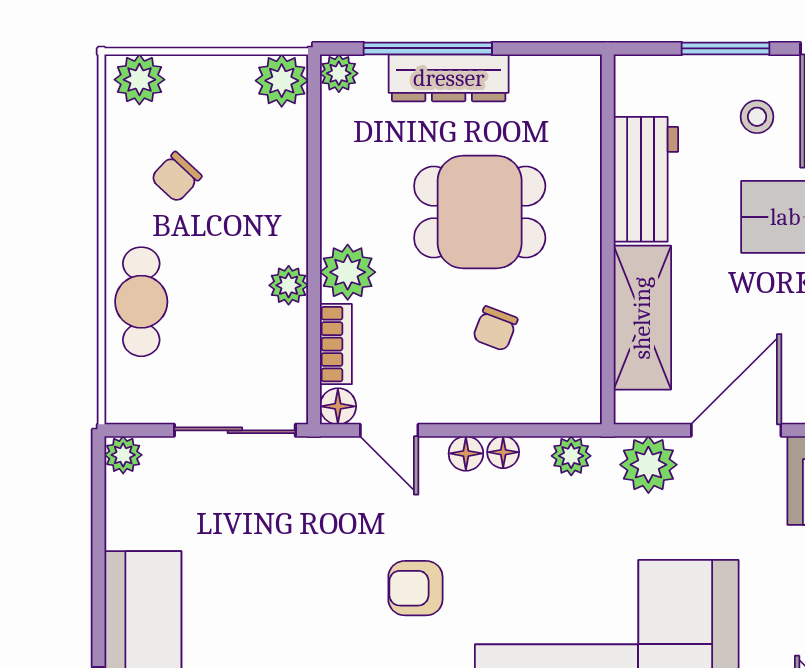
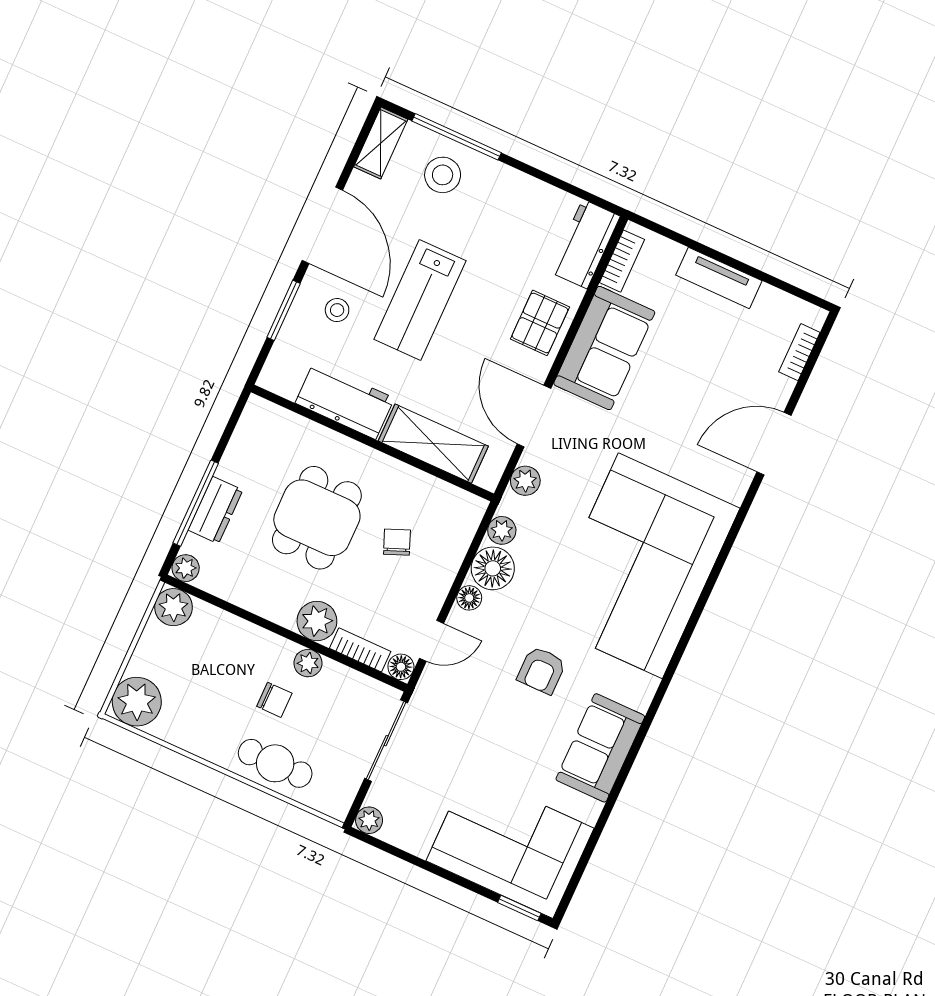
dresser: (449, 78) -> (215, 510), width x0.70
plant: (139, 80) -> (137, 702), width x1.36, depth x1.36
chair: (176, 177) -> (274, 700), moved, turned -43
chair: (495, 329) -> (397, 542), turned -133
floor lamp: (503, 452) -> (493, 568), width x1.89, depth x1.89
plant: (648, 465) -> (525, 481), width x0.73, depth x0.73

